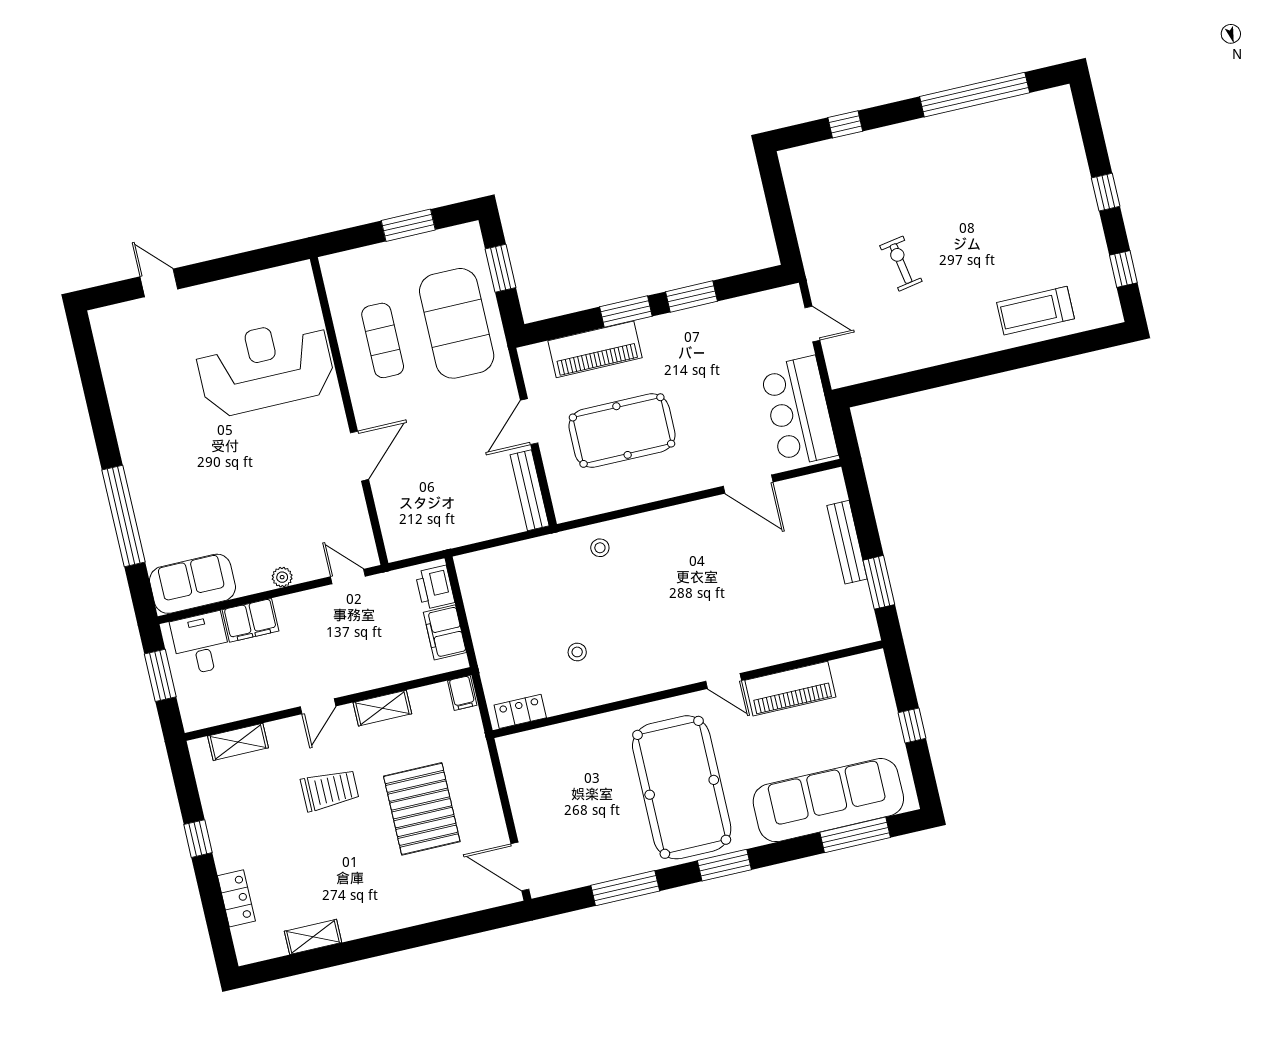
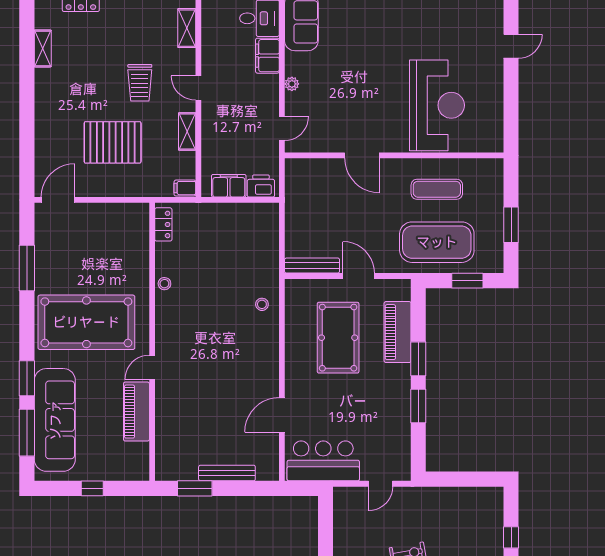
stool: (577, 652) -> (164, 284), moved
window: (724, 865) -> (27, 378), moved

